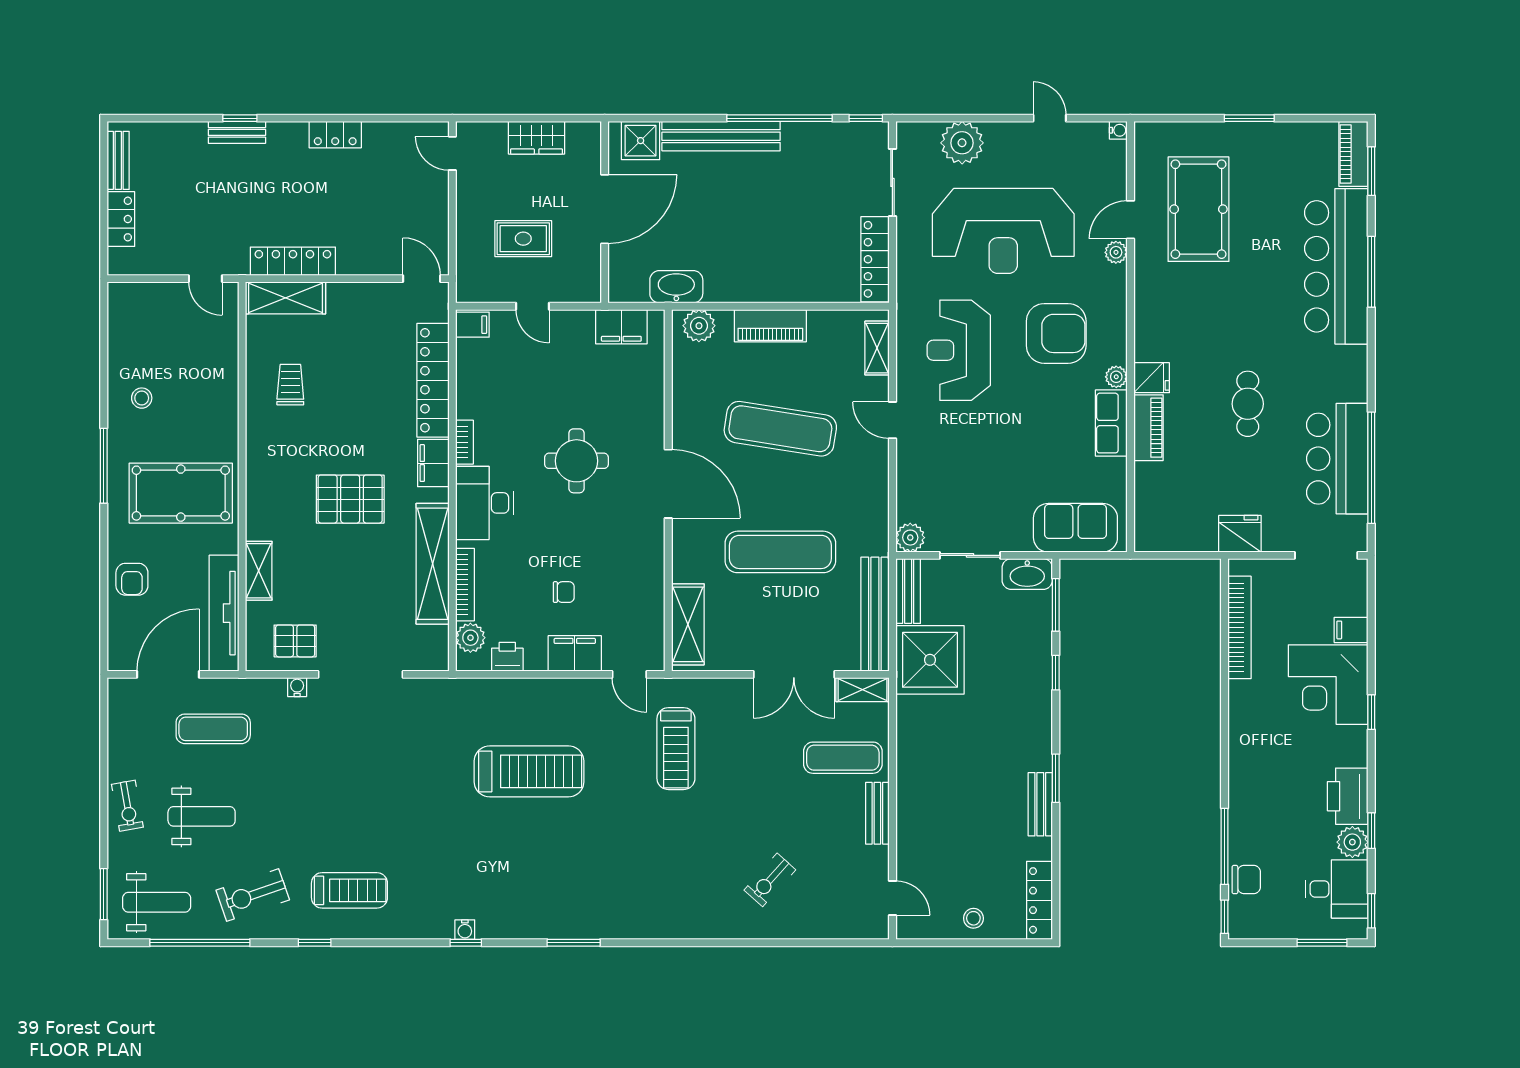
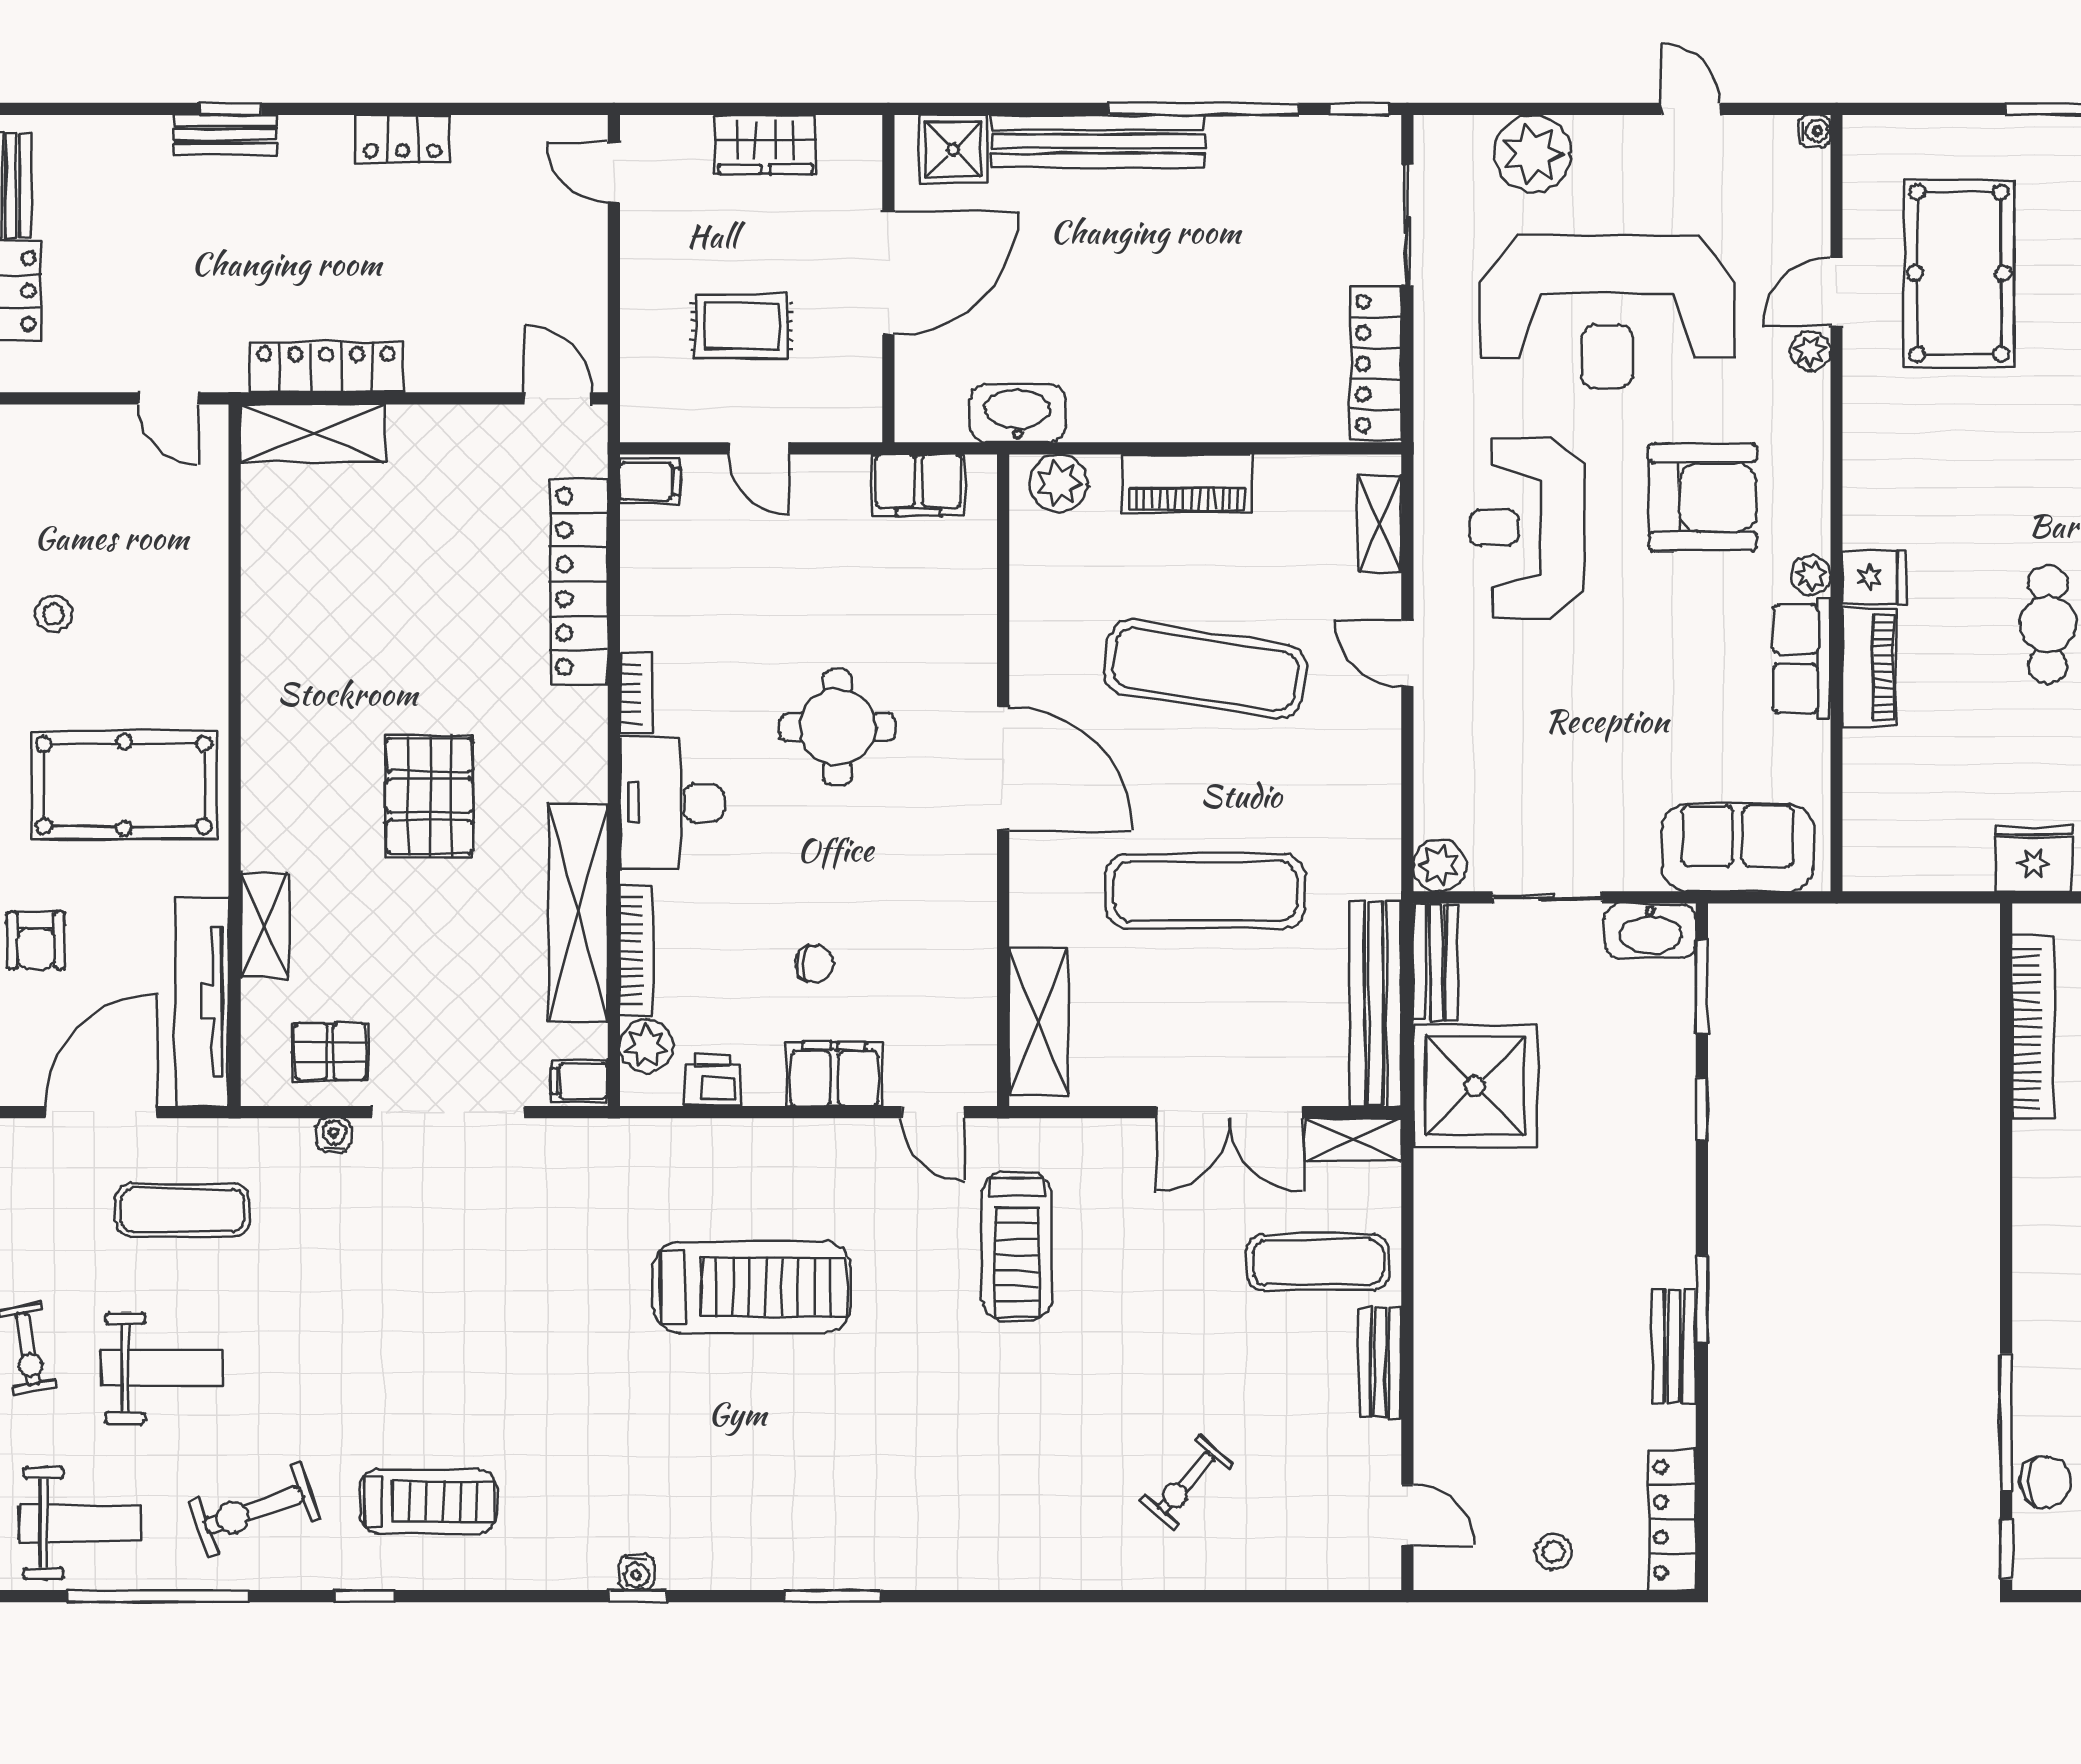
trolley: (290, 385) -> (322, 590), removed
filing cabinet: (433, 463) -> (579, 1081), moved, width x0.50
pallet: (350, 499) -> (430, 796), turned 90

